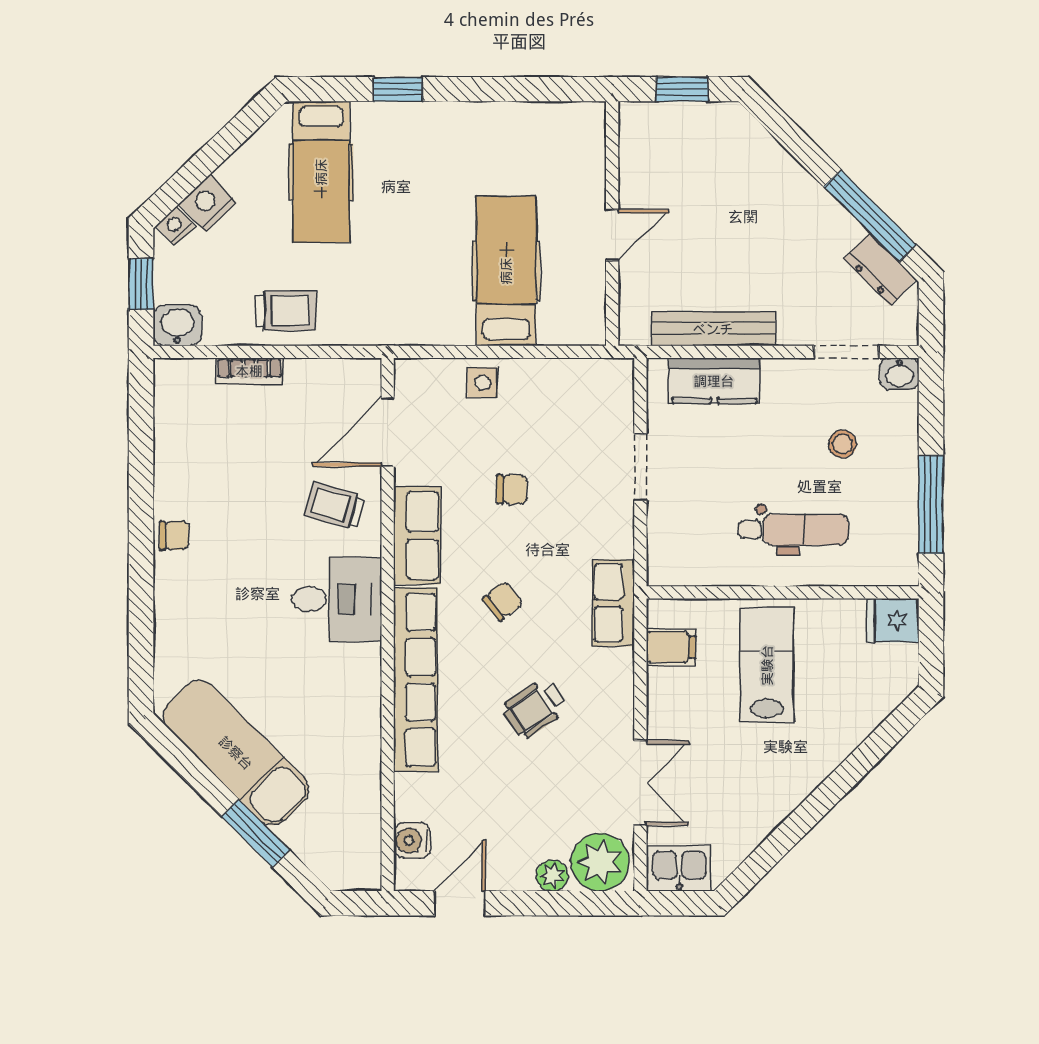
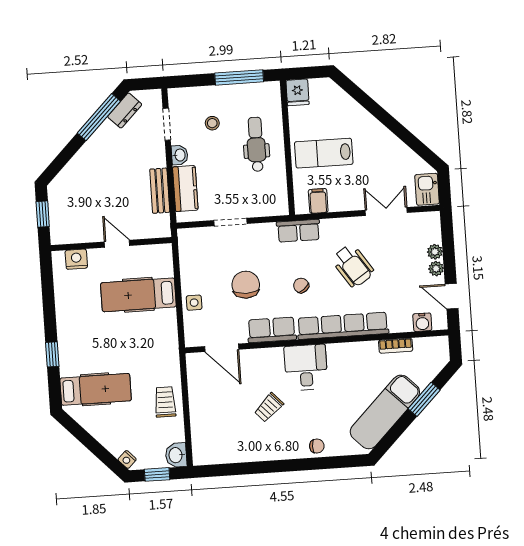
nightstand: (208, 203) -> (76, 259), moved, turned 134
bench: (713, 329) -> (160, 191), width x0.73
bookcase: (249, 371) -> (396, 346), moved, turned 90
washbasin: (899, 374) -> (180, 155), moved
chair: (512, 489) -> (246, 285), width x1.87, depth x1.87
trolley: (334, 506) -> (269, 407), moved, turned 31
chair: (174, 535) -> (317, 446), moved, turned 90
wheelchair: (535, 708) -> (353, 266), width x1.36, depth x1.37
plant: (600, 862) -> (436, 269), moved, width x0.53, depth x0.53

